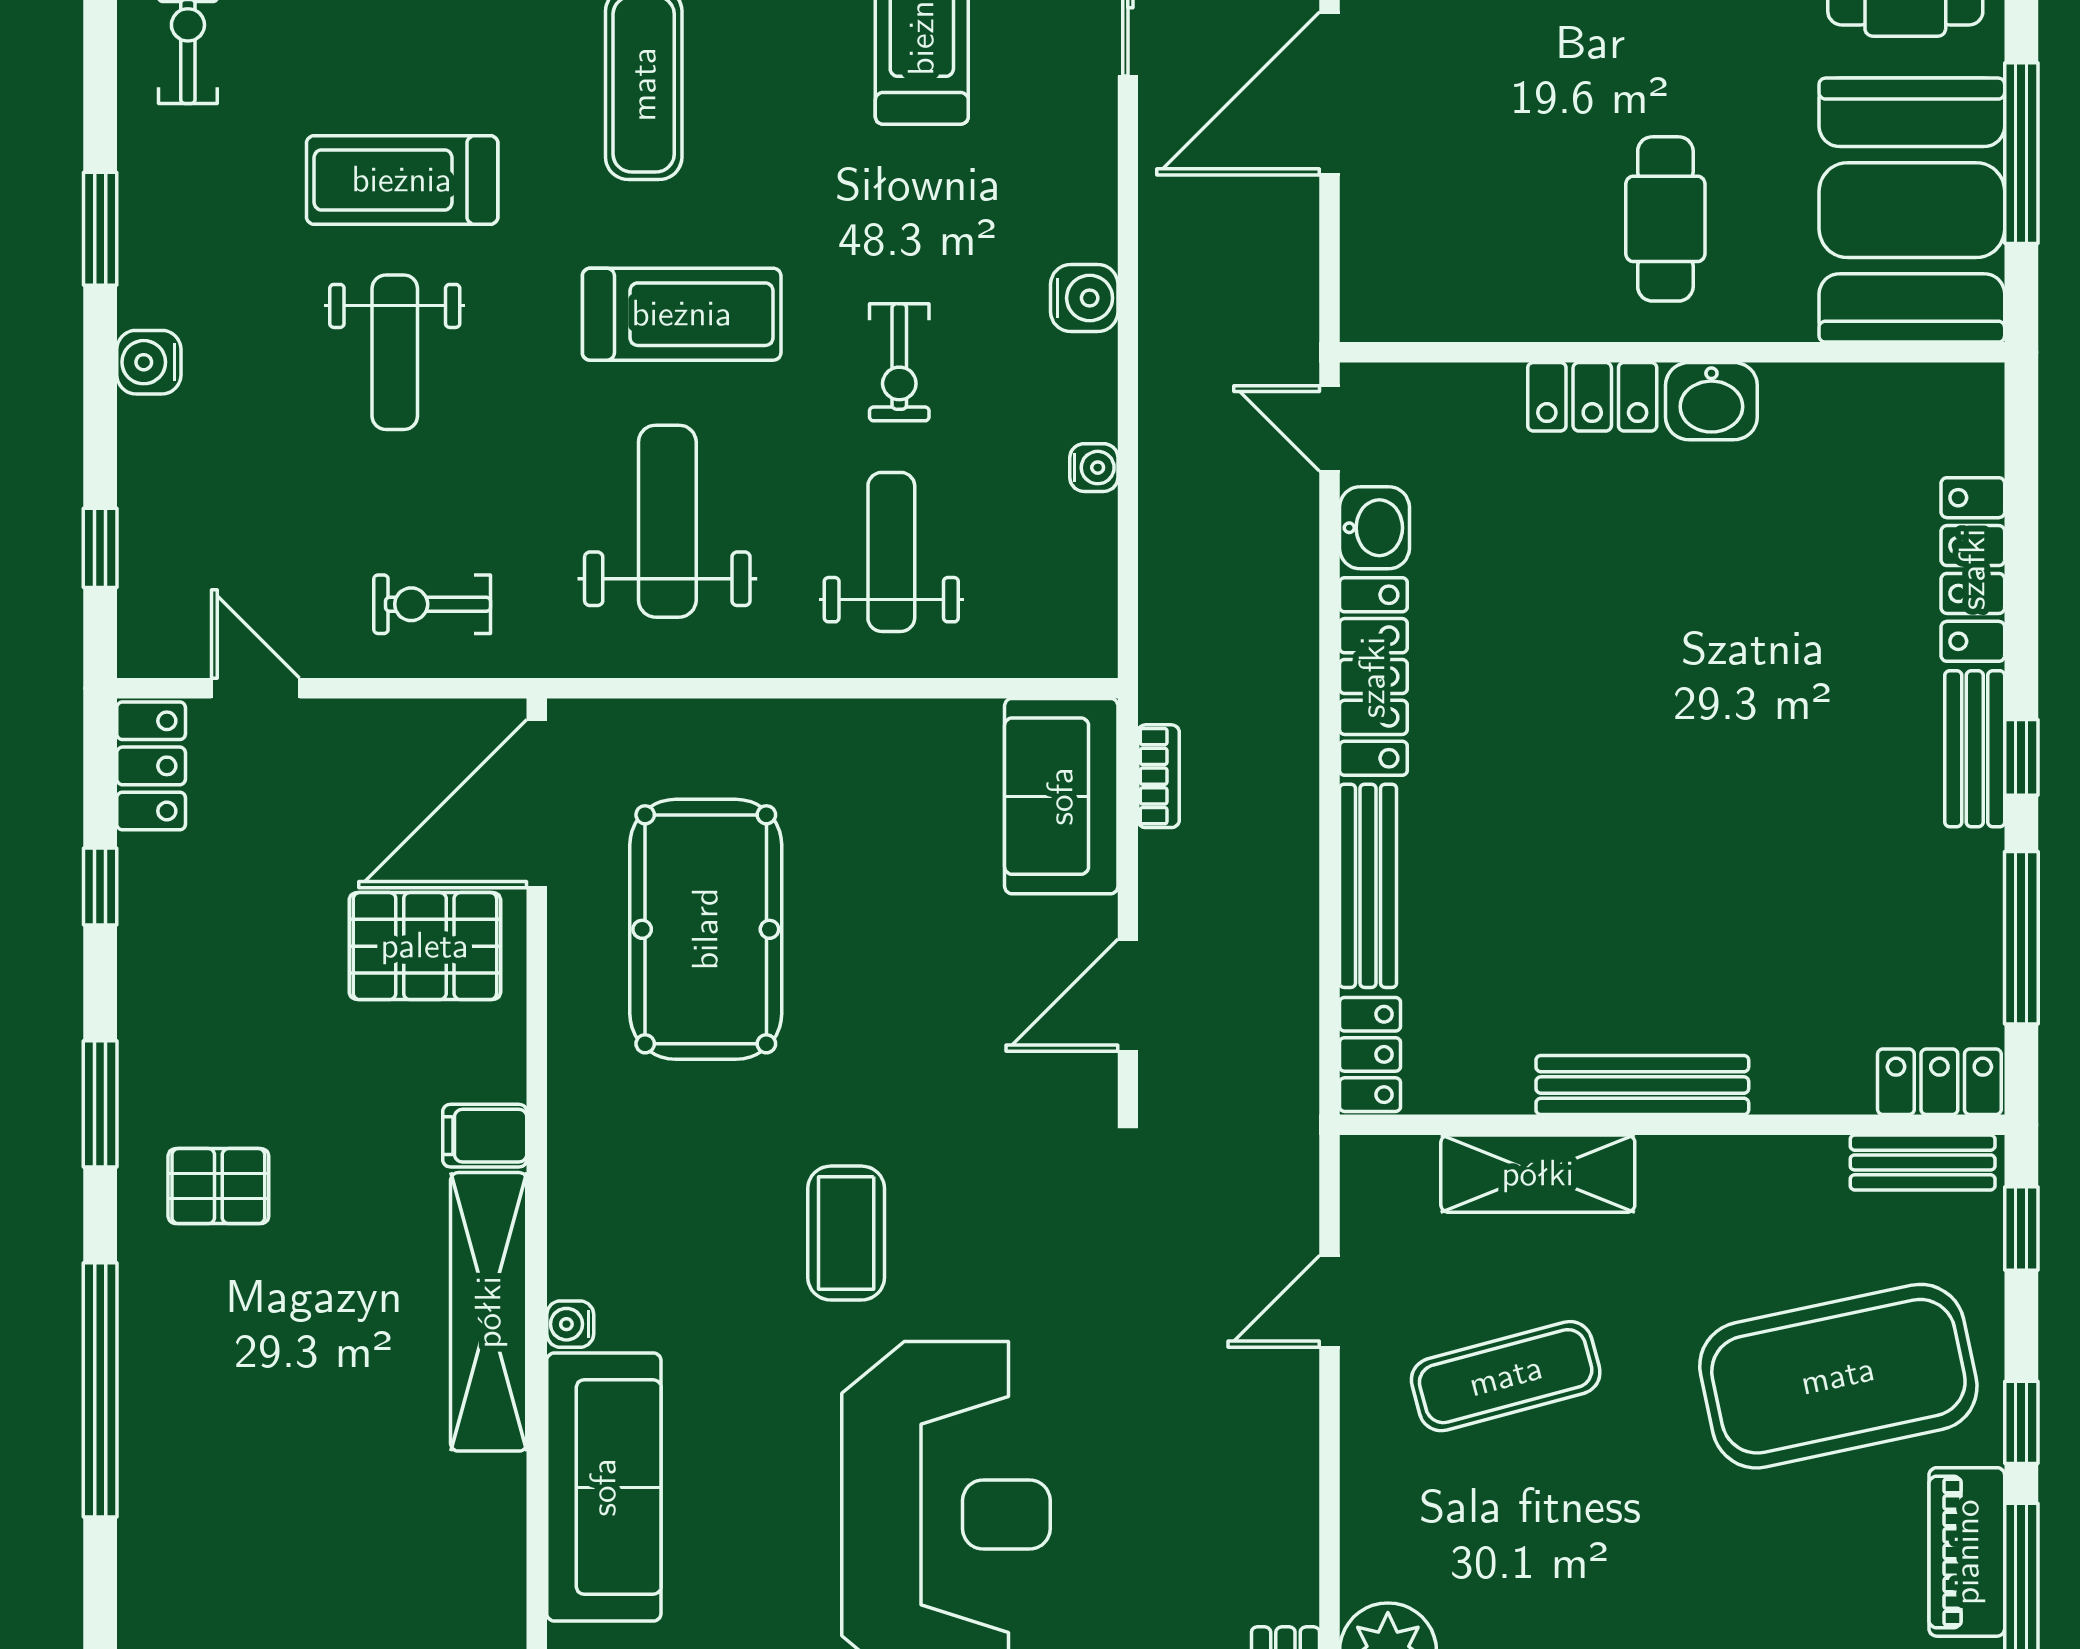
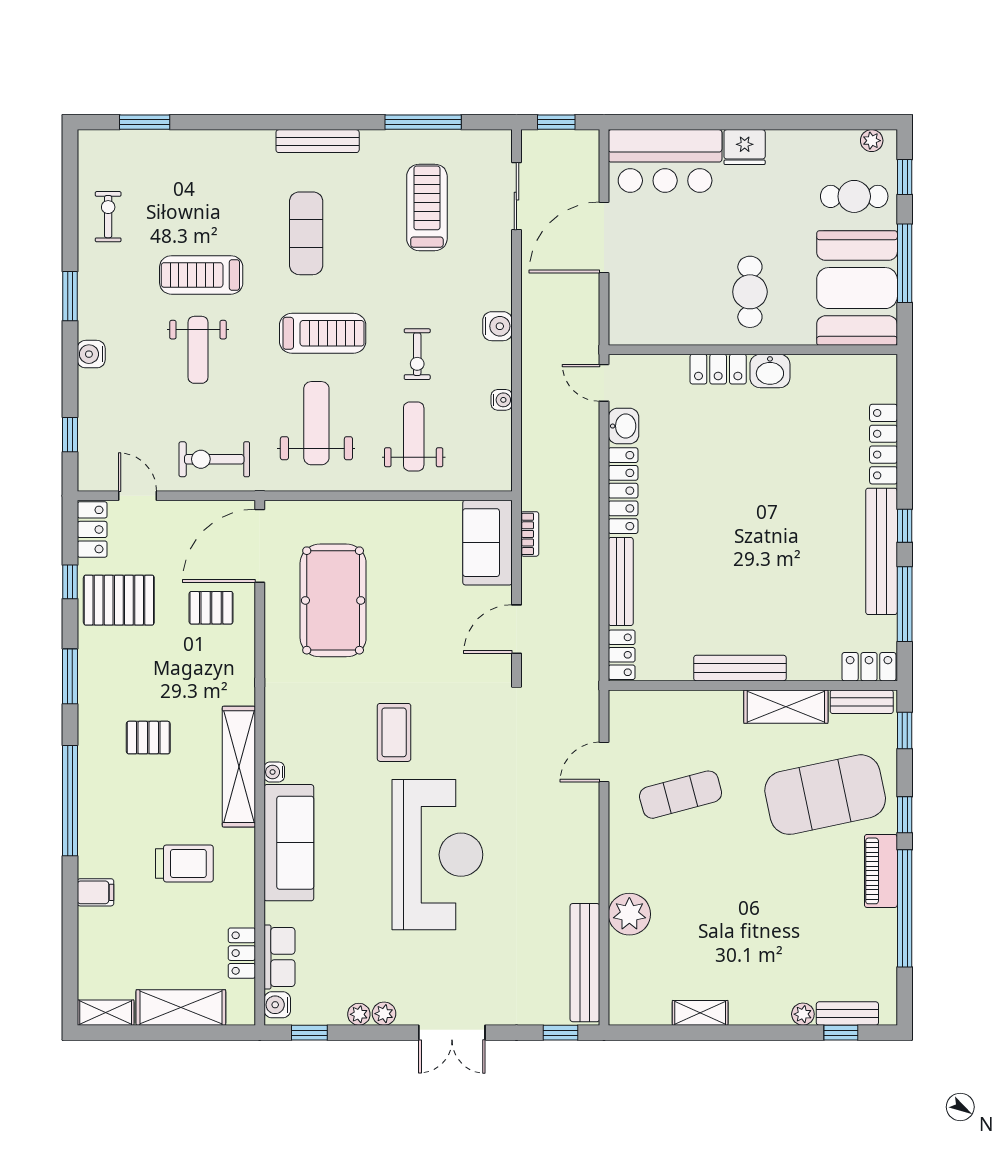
exercise bike: (432, 604) -> (214, 459), width x1.38, depth x1.39
bench: (1975, 749) -> (882, 551), width x1.86, depth x1.21
pallet: (213, 928) -> (119, 600), added
pallet: (425, 946) -> (211, 608), width x0.67, depth x0.71
filing cabinet: (485, 1136) -> (96, 892), moved, turned 180
shelving: (1538, 1174) -> (786, 707), moved
pallet: (218, 1186) -> (148, 738), moved
trolley: (363, 1535) -> (184, 863), added

